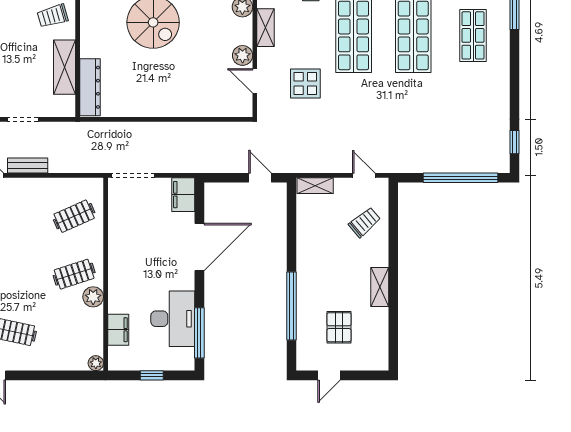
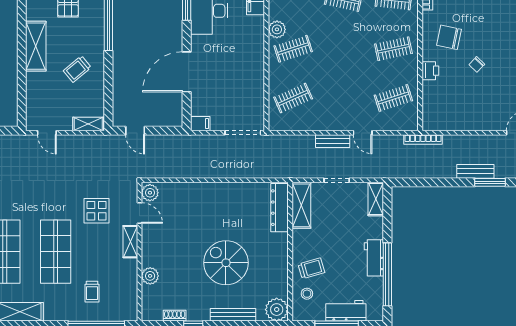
shelving: (266, 28) -> (130, 242), moved
plant: (243, 55) -> (150, 193), moved
shelving: (64, 67) -> (301, 205), moved
filing cabinet: (183, 195) -> (200, 124), width x0.50
trolley: (365, 222) -> (77, 69), moved
shelving: (380, 287) -> (36, 46), width x1.50, depth x1.33

